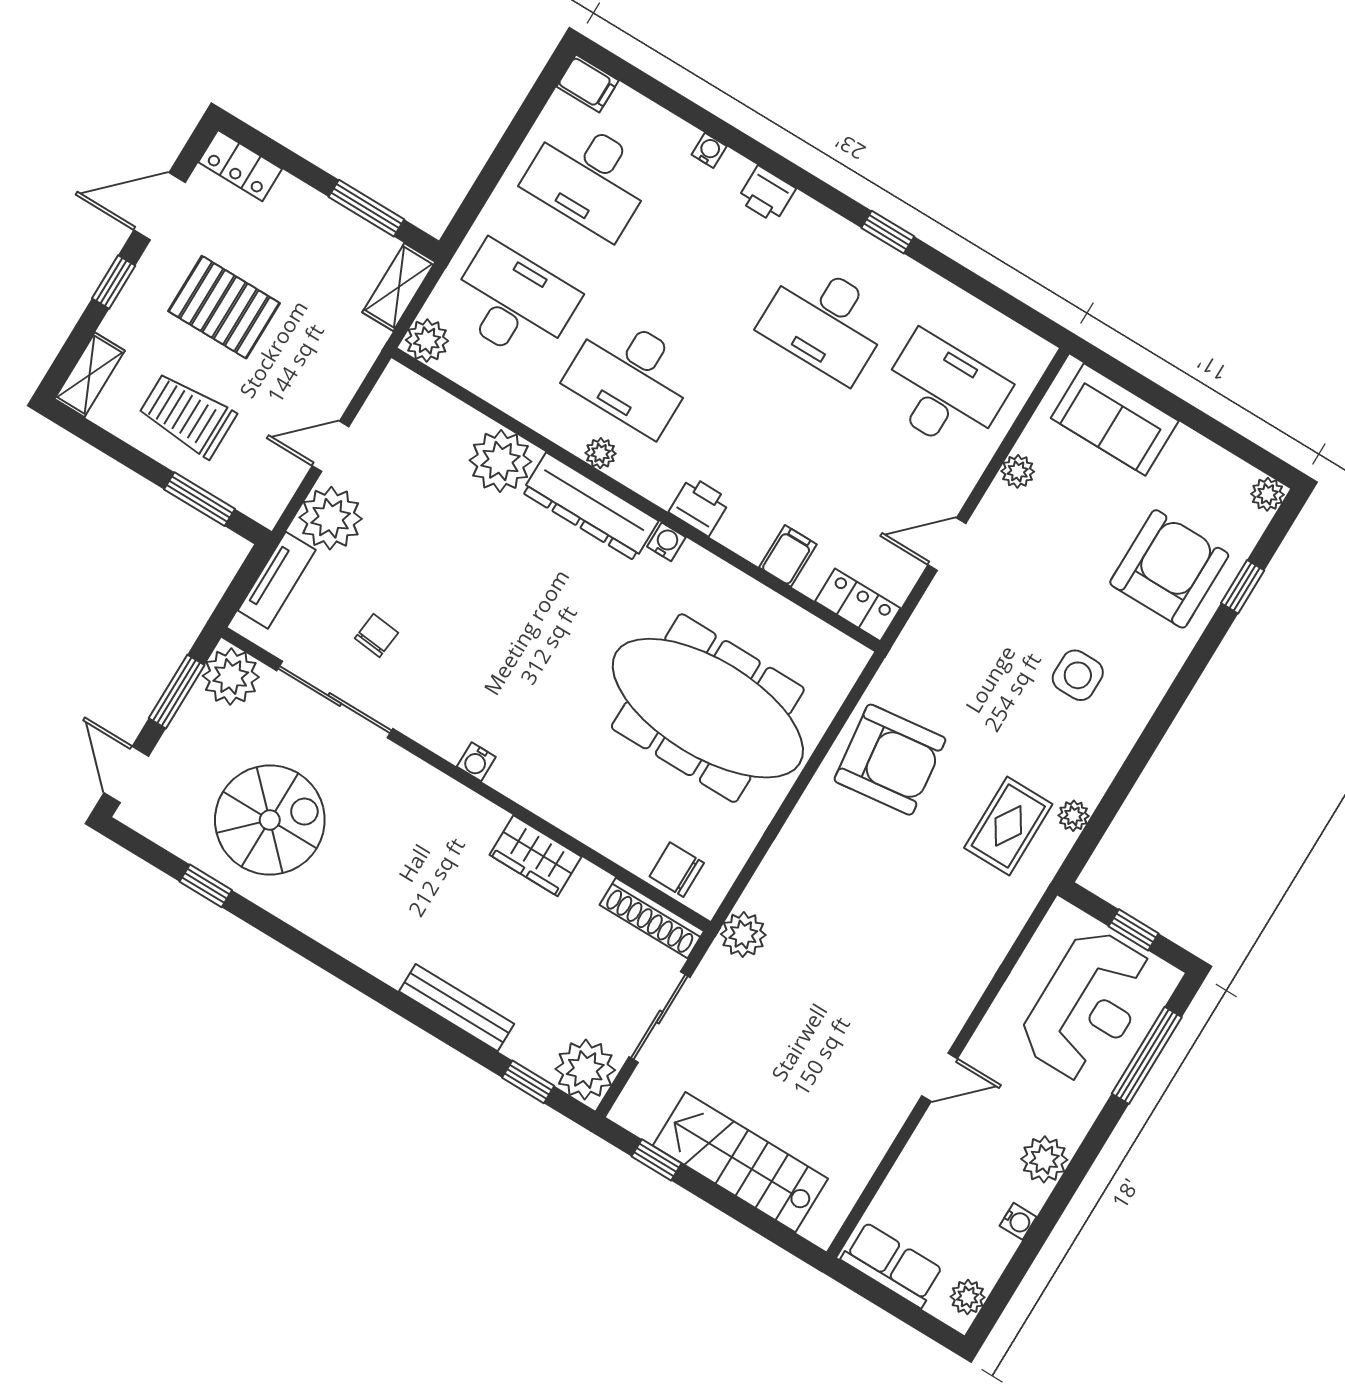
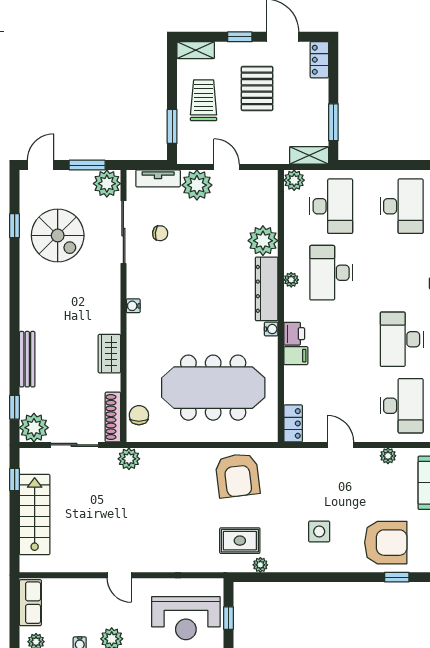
desk: (589, 178) -> (402, 206), turned 180
filing cabinet: (788, 556) -> (296, 356), moved
meeting table: (708, 708) -> (213, 388), turned 90

